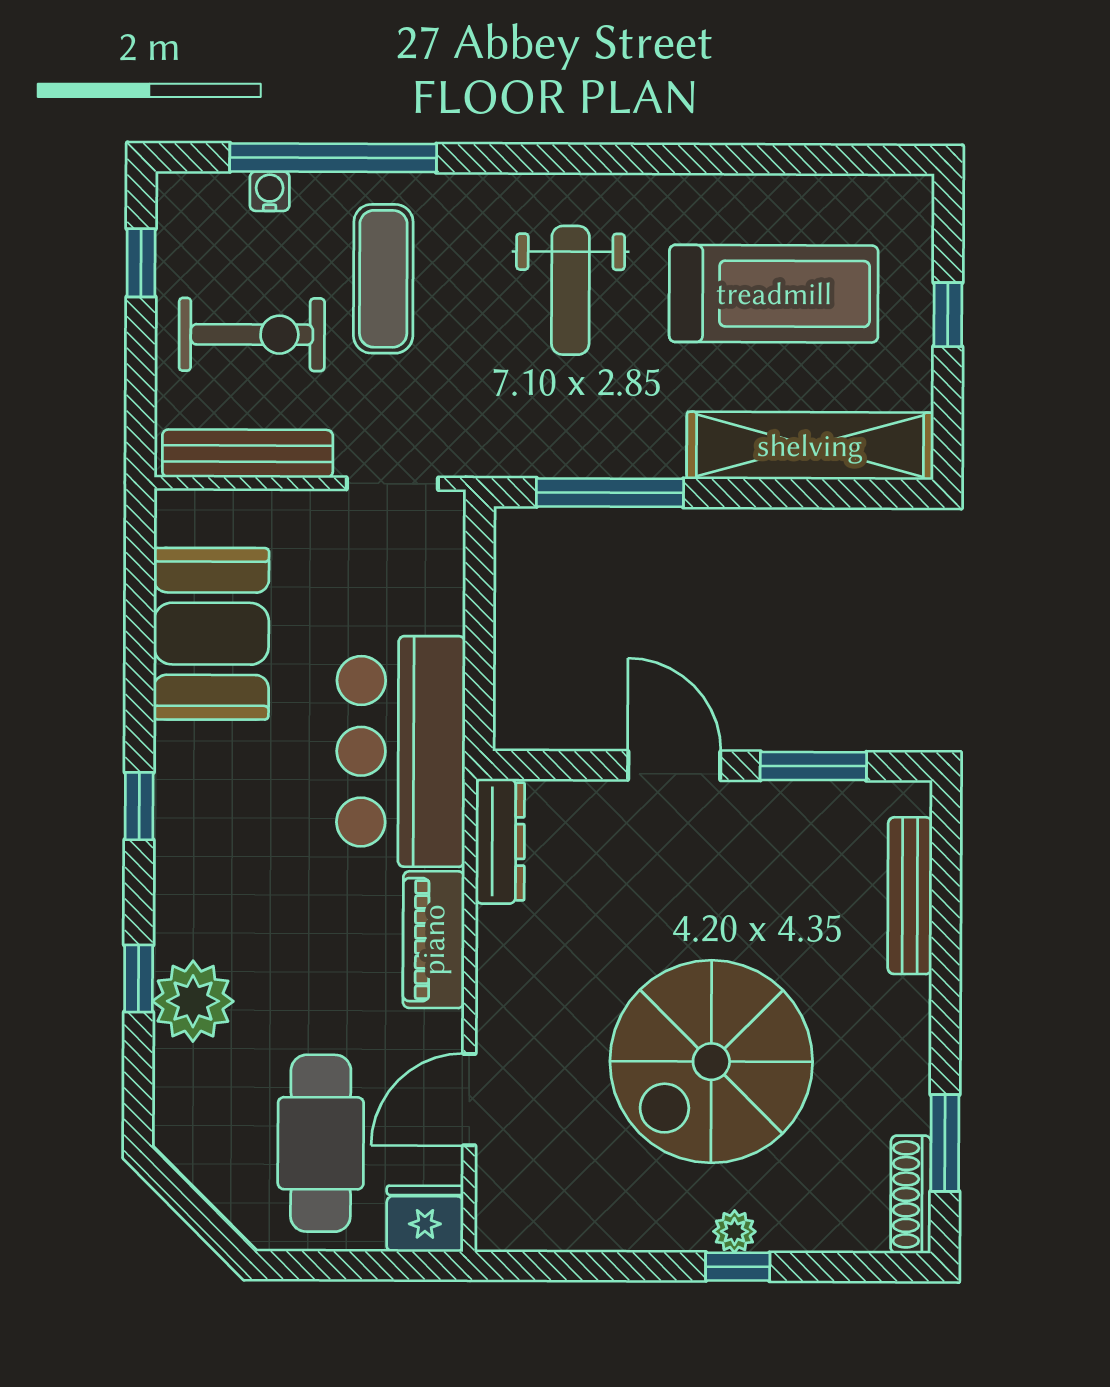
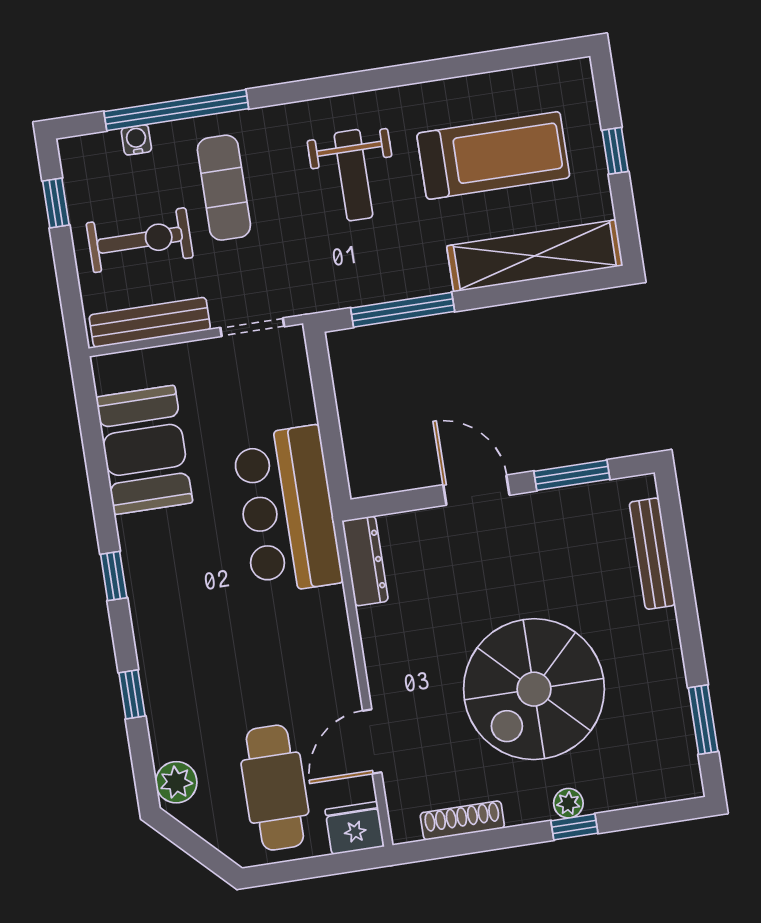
piano: (434, 940) -> (330, 636), removed
plant: (193, 1001) -> (176, 782), moved, width x0.73, depth x0.73
shoe rack: (911, 1194) -> (462, 820), moved, turned 90

